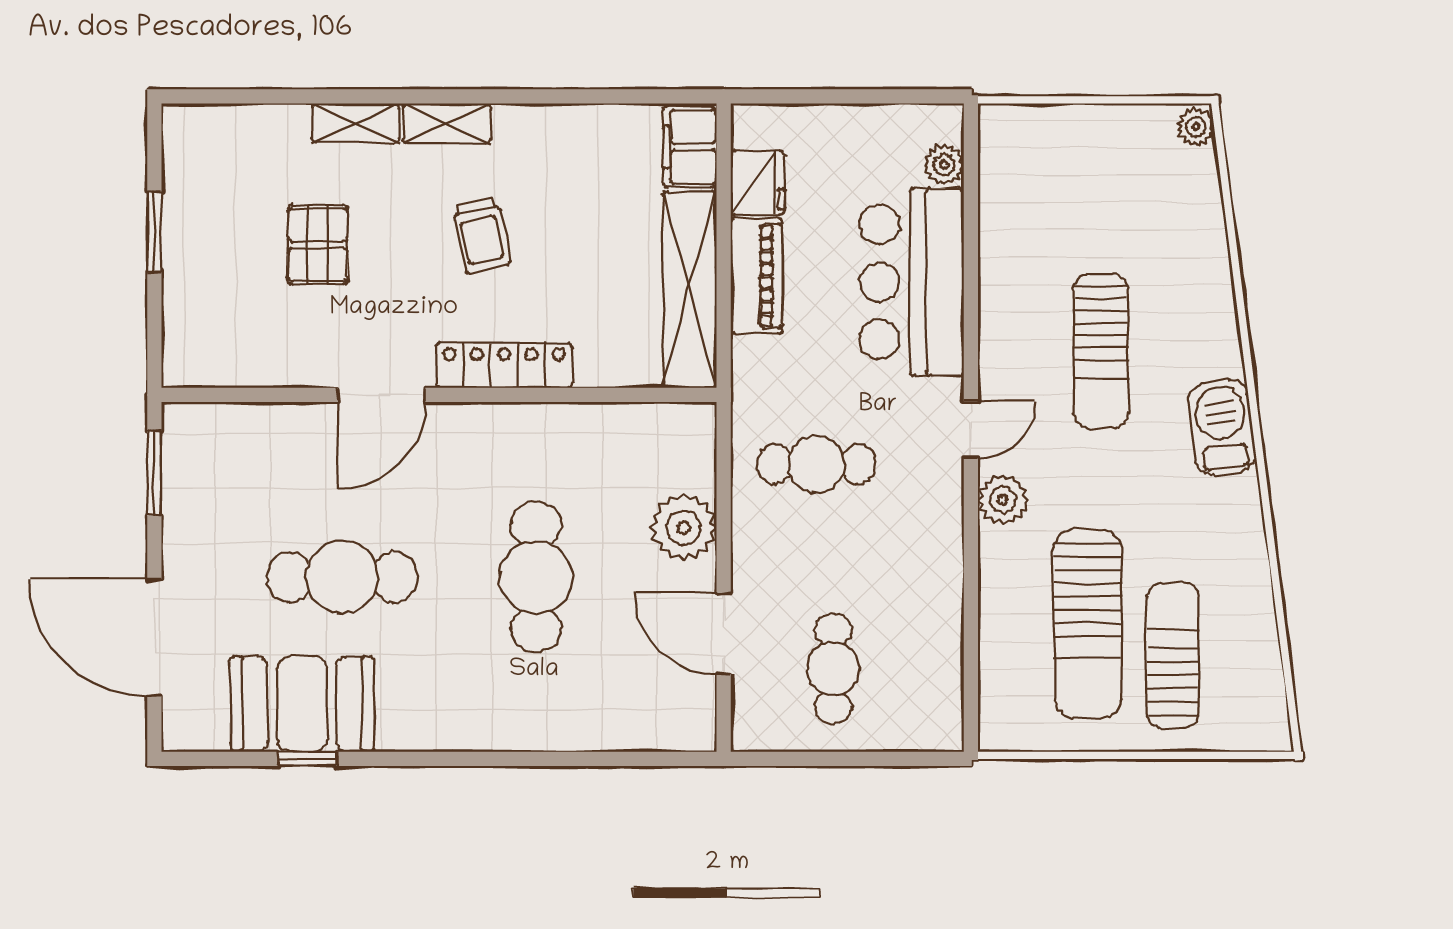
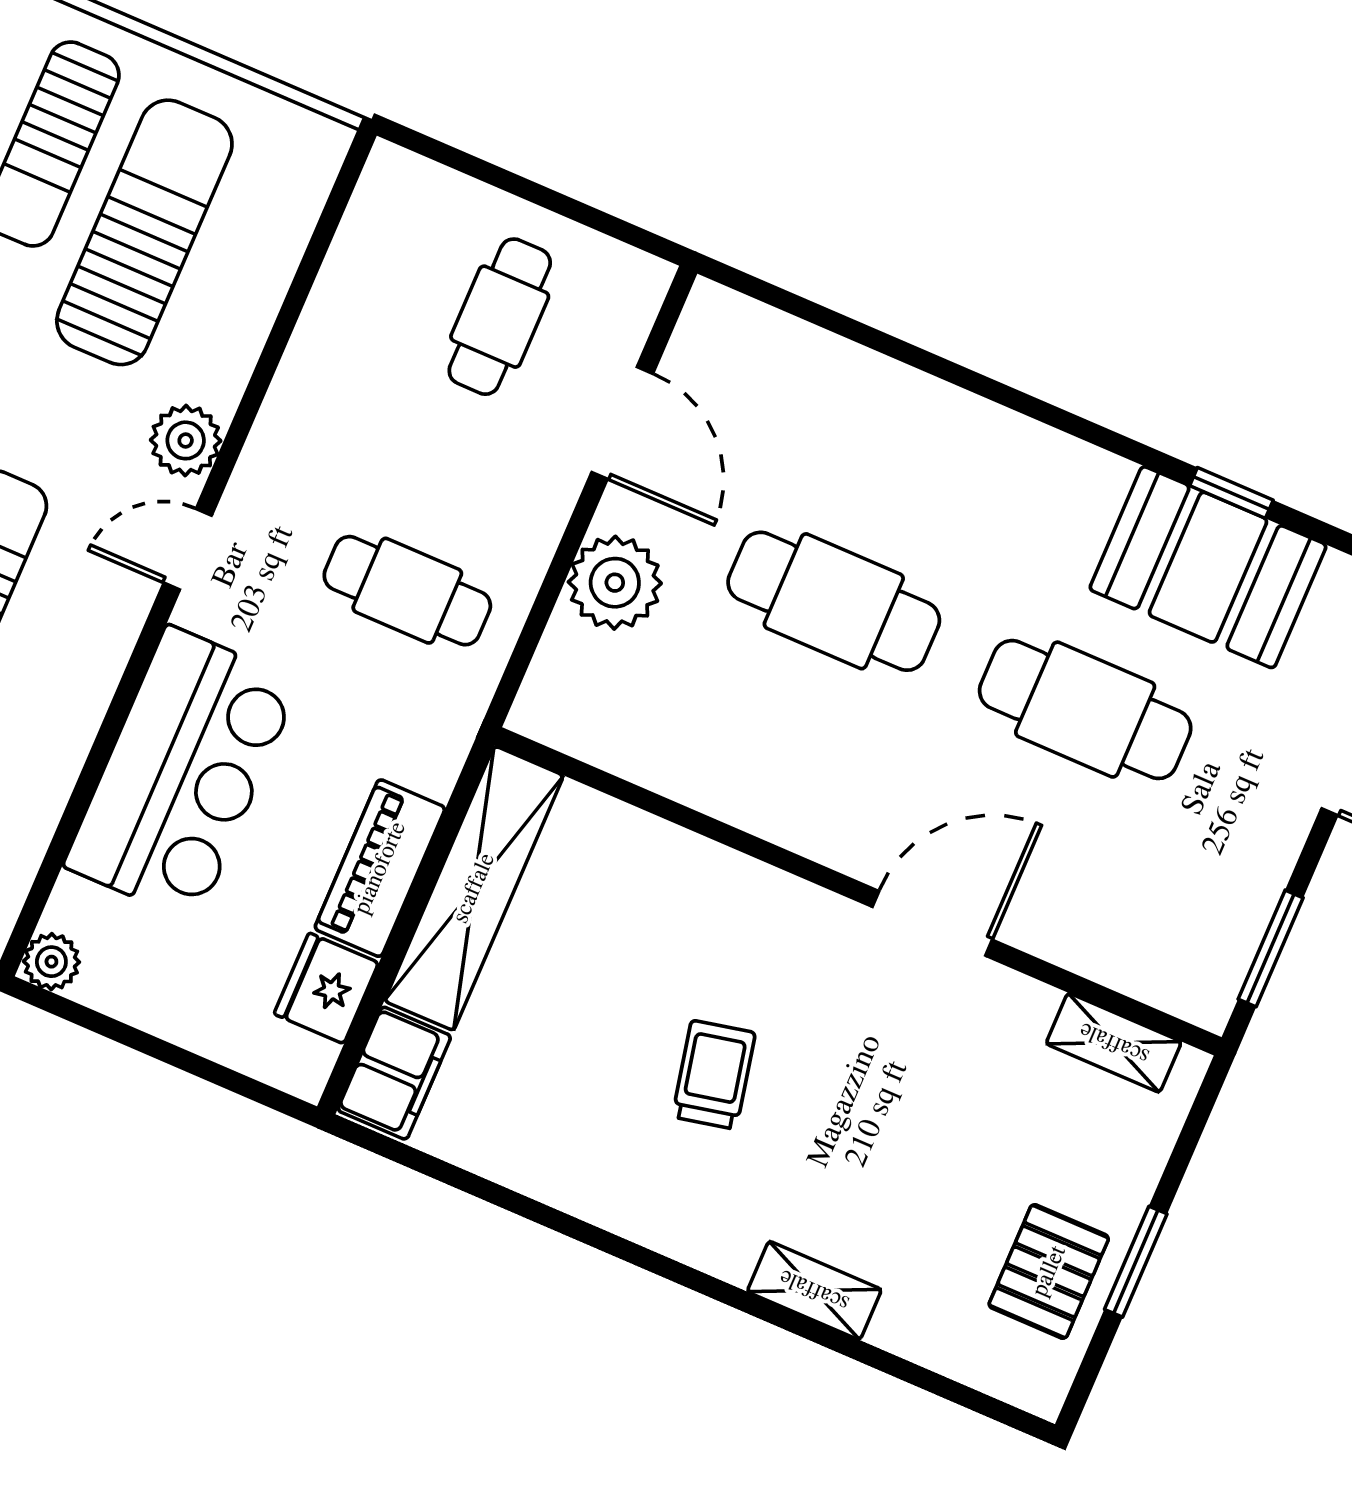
shelving: (447, 123) -> (1114, 1043), moved
plant: (944, 165) -> (51, 962), moved
pallet: (318, 245) -> (1049, 1271), moved
locker: (504, 365) -> (757, 893), removed
cafe table: (536, 577) -> (834, 601), turned 90

